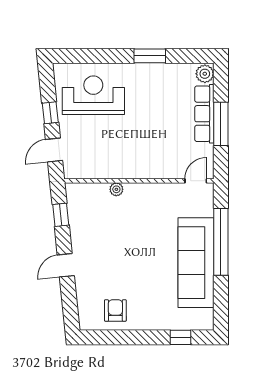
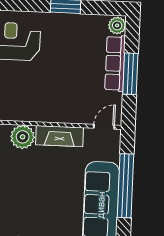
plant: (116, 189) -> (23, 137), width x1.87, depth x1.87
fireplace: (149, 193) -> (60, 136), added

